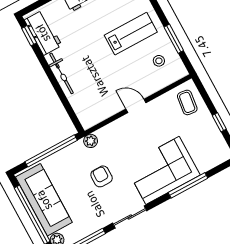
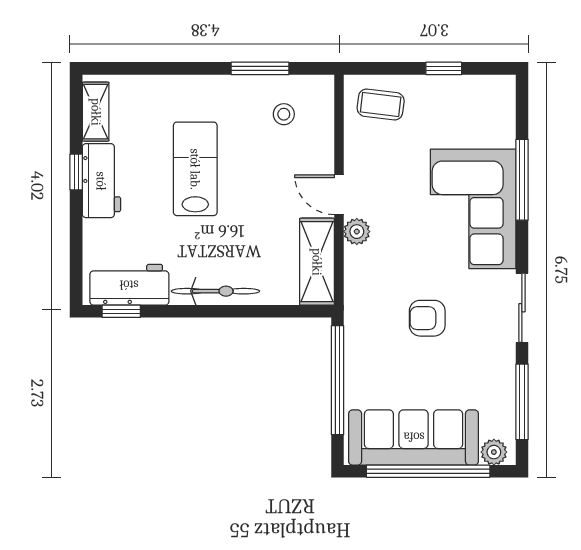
lab bench: (131, 34) -> (195, 169), moved
door: (136, 106) -> (339, 195), hinge flipped
shelving: (100, 112) -> (317, 262), added
plant: (91, 141) -> (357, 232), moved

